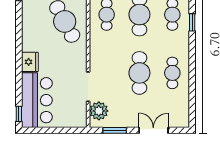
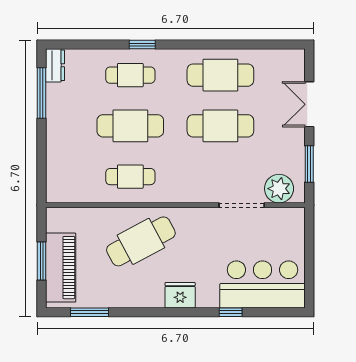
fridge: (30, 62) -> (180, 295), moved
cafe table: (172, 73) -> (220, 75), width x1.37, depth x1.35
window: (19, 114) -> (231, 312), moved

